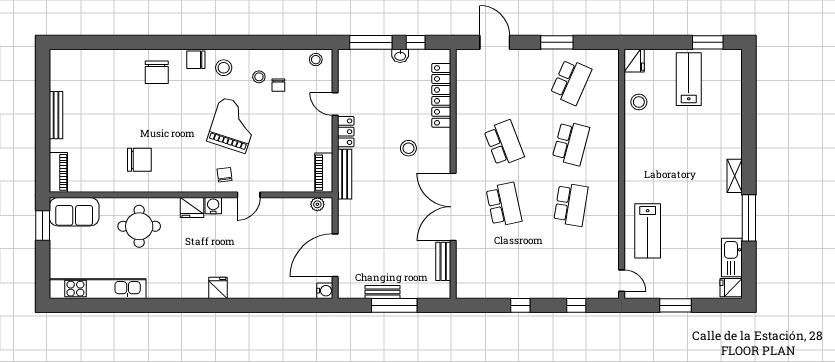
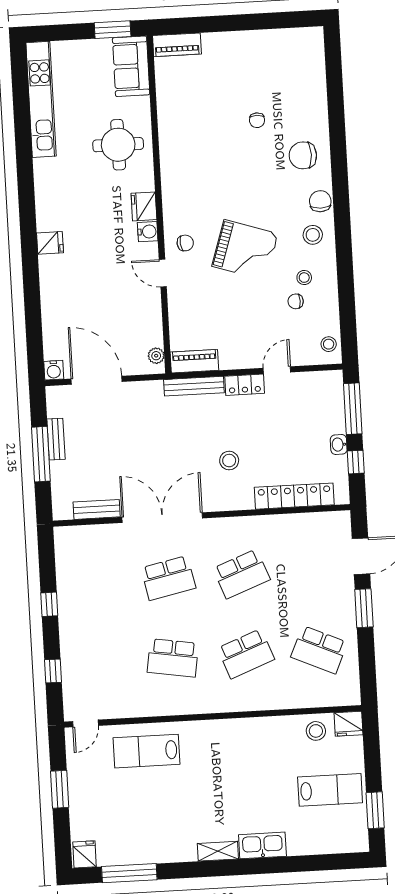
window: (557, 42) -> (364, 608), moved
stool: (639, 102) -> (316, 731), moved
bench: (56, 115) -> (245, 38), removed
school desk: (571, 143) -> (246, 654), turned -36
chair: (139, 160) -> (257, 120), moved, width x0.54, depth x0.54
window: (749, 218) -> (129, 873), moved
kitchen sink: (732, 258) -> (262, 845), moved

